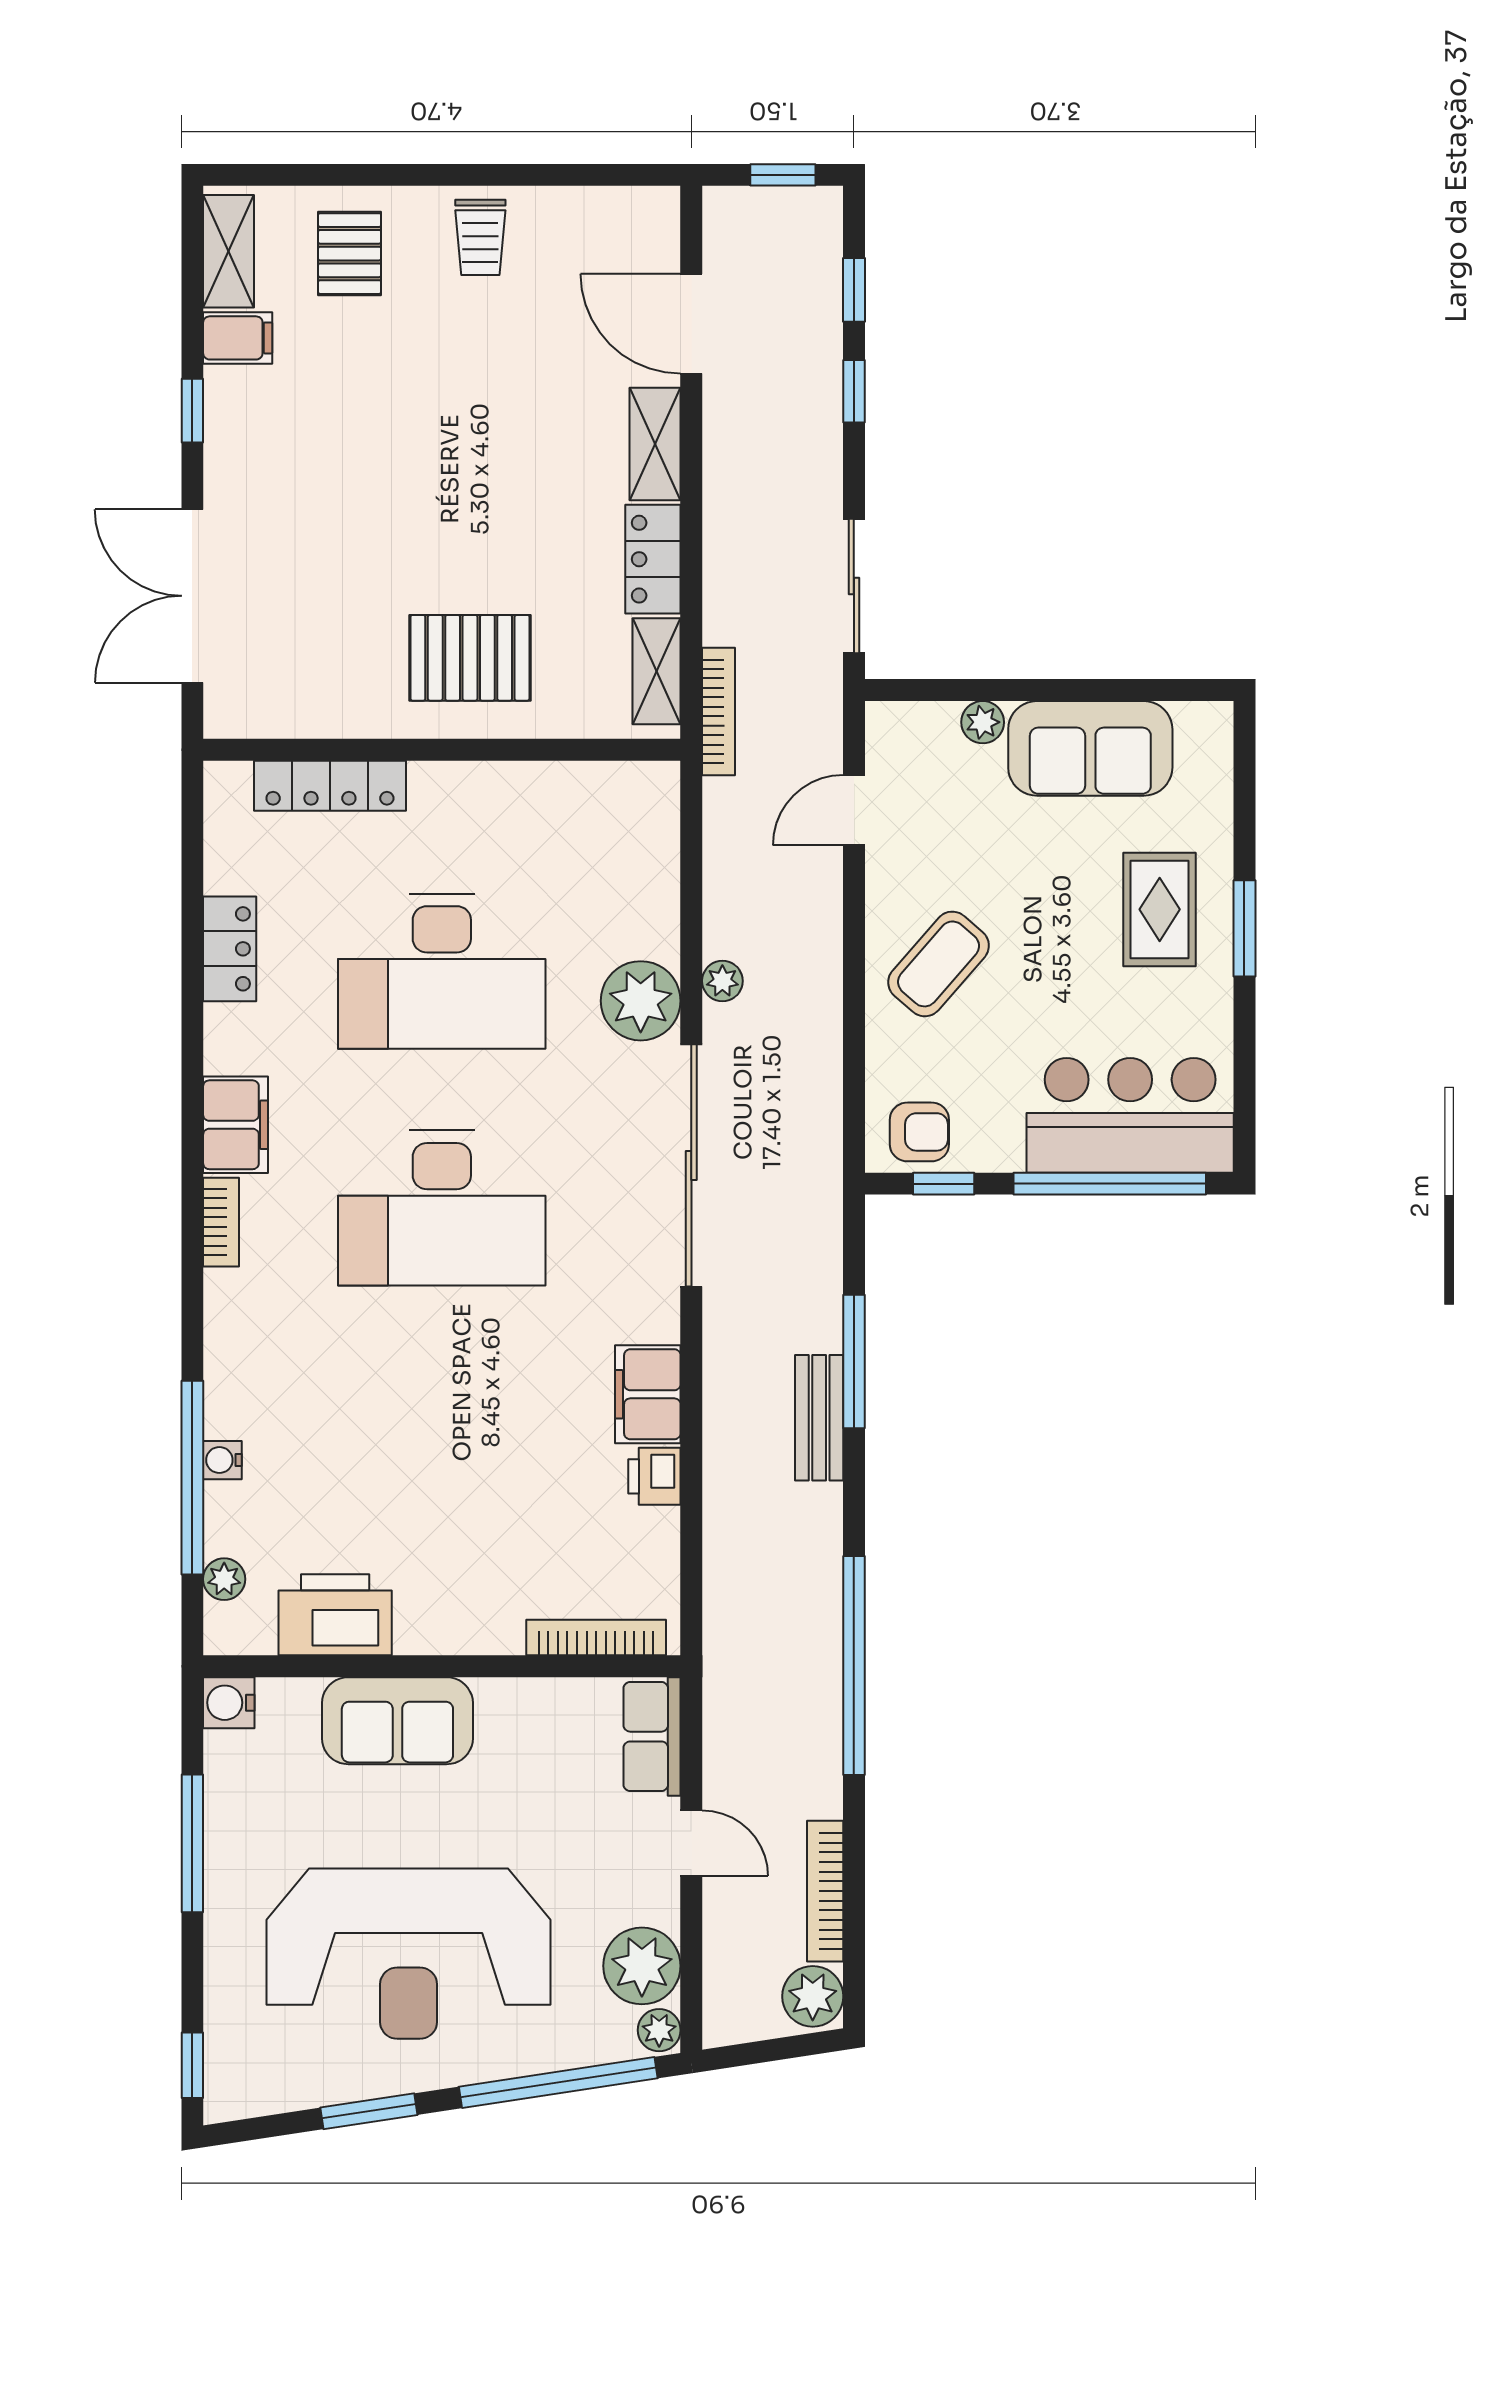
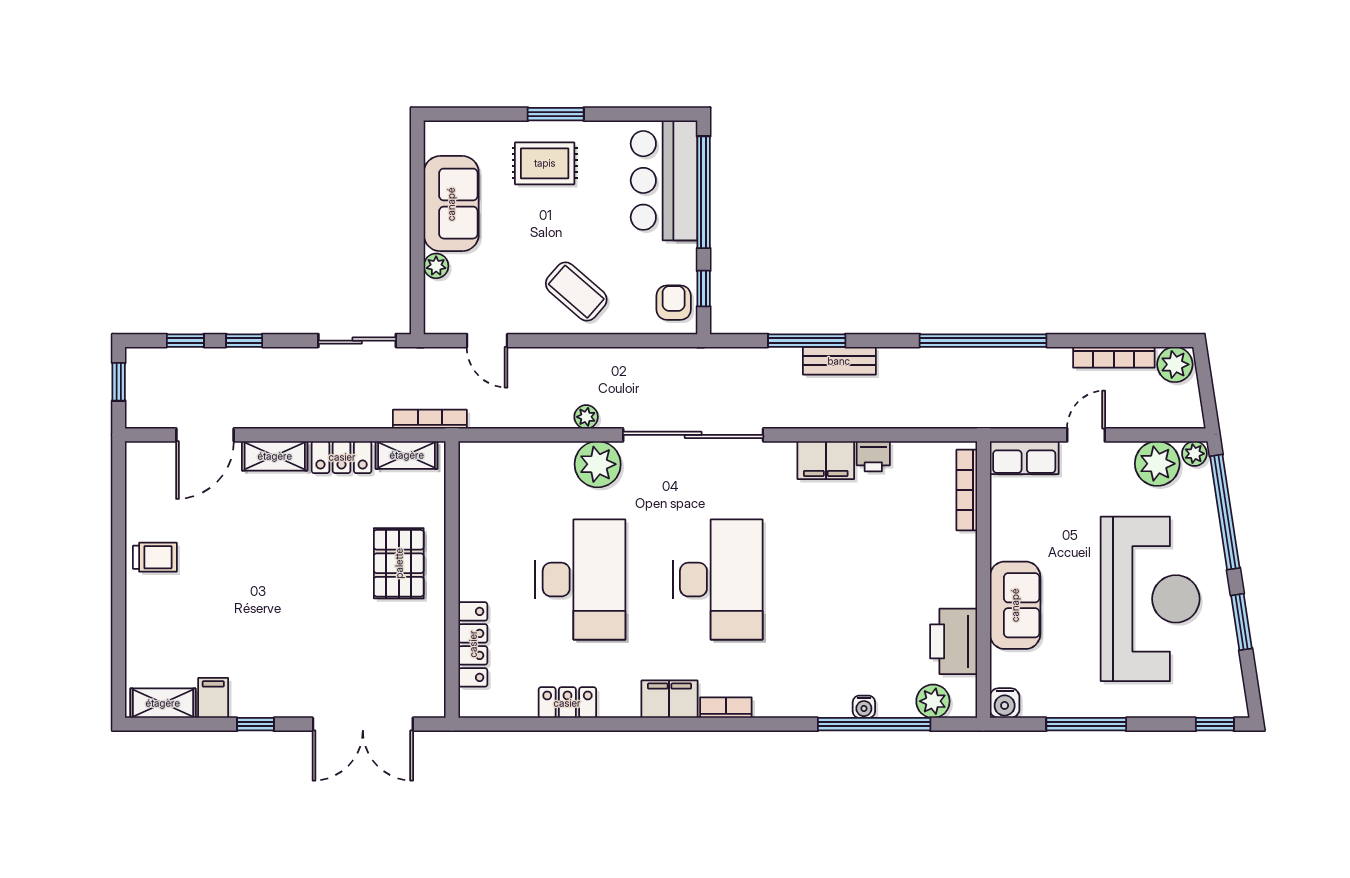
pallet: (350, 254) -> (164, 633), removed
plant: (224, 1579) -> (933, 701), width x1.38, depth x1.38

